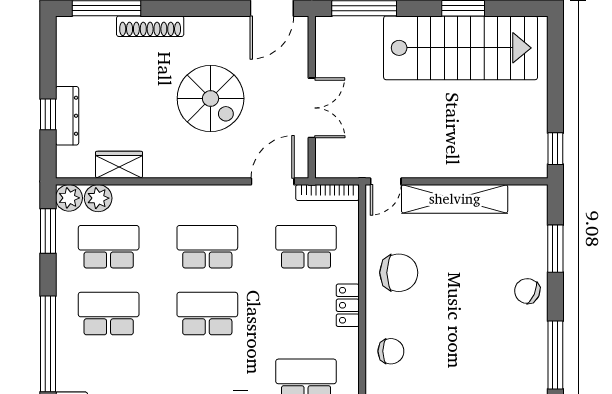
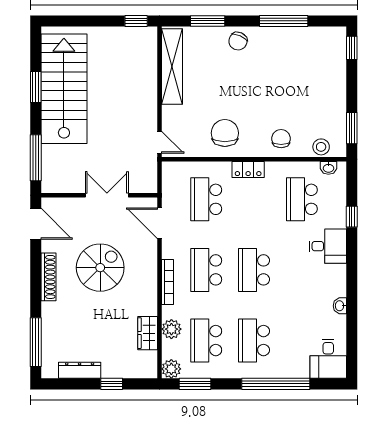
shoe rack: (150, 26) -> (49, 277), moved
dresser: (67, 116) -> (80, 370), moved
bookcase: (327, 193) -> (167, 282), moved
plant: (98, 198) -> (171, 329), moved
shelving: (455, 199) -> (172, 67), moved

